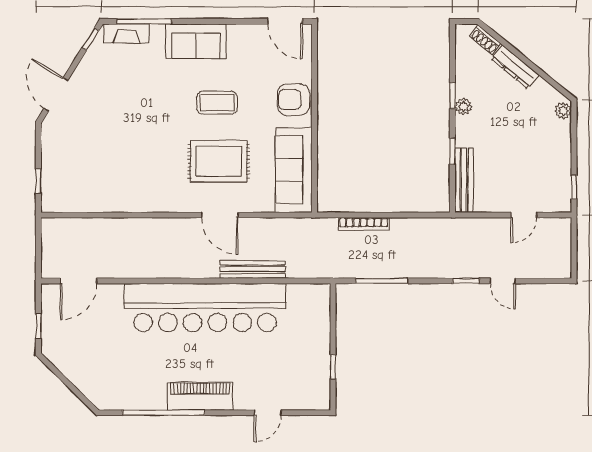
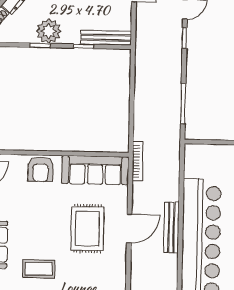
coffee table: (217, 103) -> (39, 269), moved, turned 90
plant: (463, 107) -> (49, 31), width x1.88, depth x1.88
bookcase: (364, 224) -> (138, 161), moved
bench: (253, 269) -> (172, 227), moved

